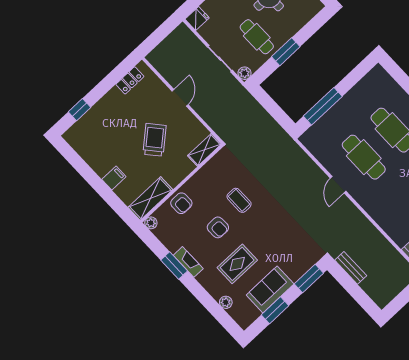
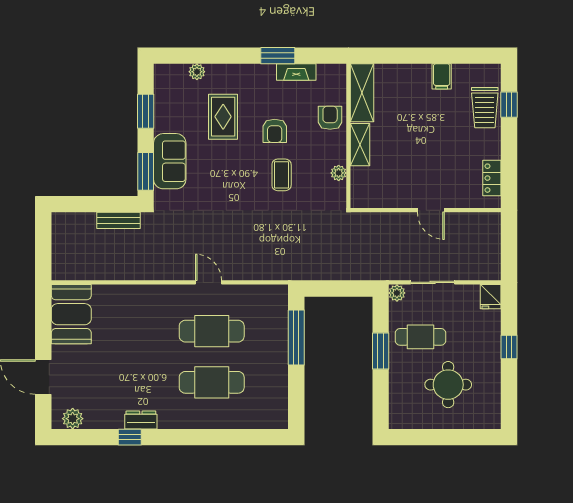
trolley: (155, 140) -> (485, 108), moved, turned 41
shelving: (204, 150) -> (360, 145), moved
filing cabinet: (114, 178) -> (442, 76), moved
coffee table: (239, 200) -> (282, 175), turned 90
armchair: (181, 203) -> (330, 118), turned 90
plant: (151, 223) -> (339, 173), moved
armchair: (218, 227) -> (275, 131), turned -89
fireplace: (188, 262) -> (296, 72), moved
sofa: (270, 289) -> (170, 161), moved

